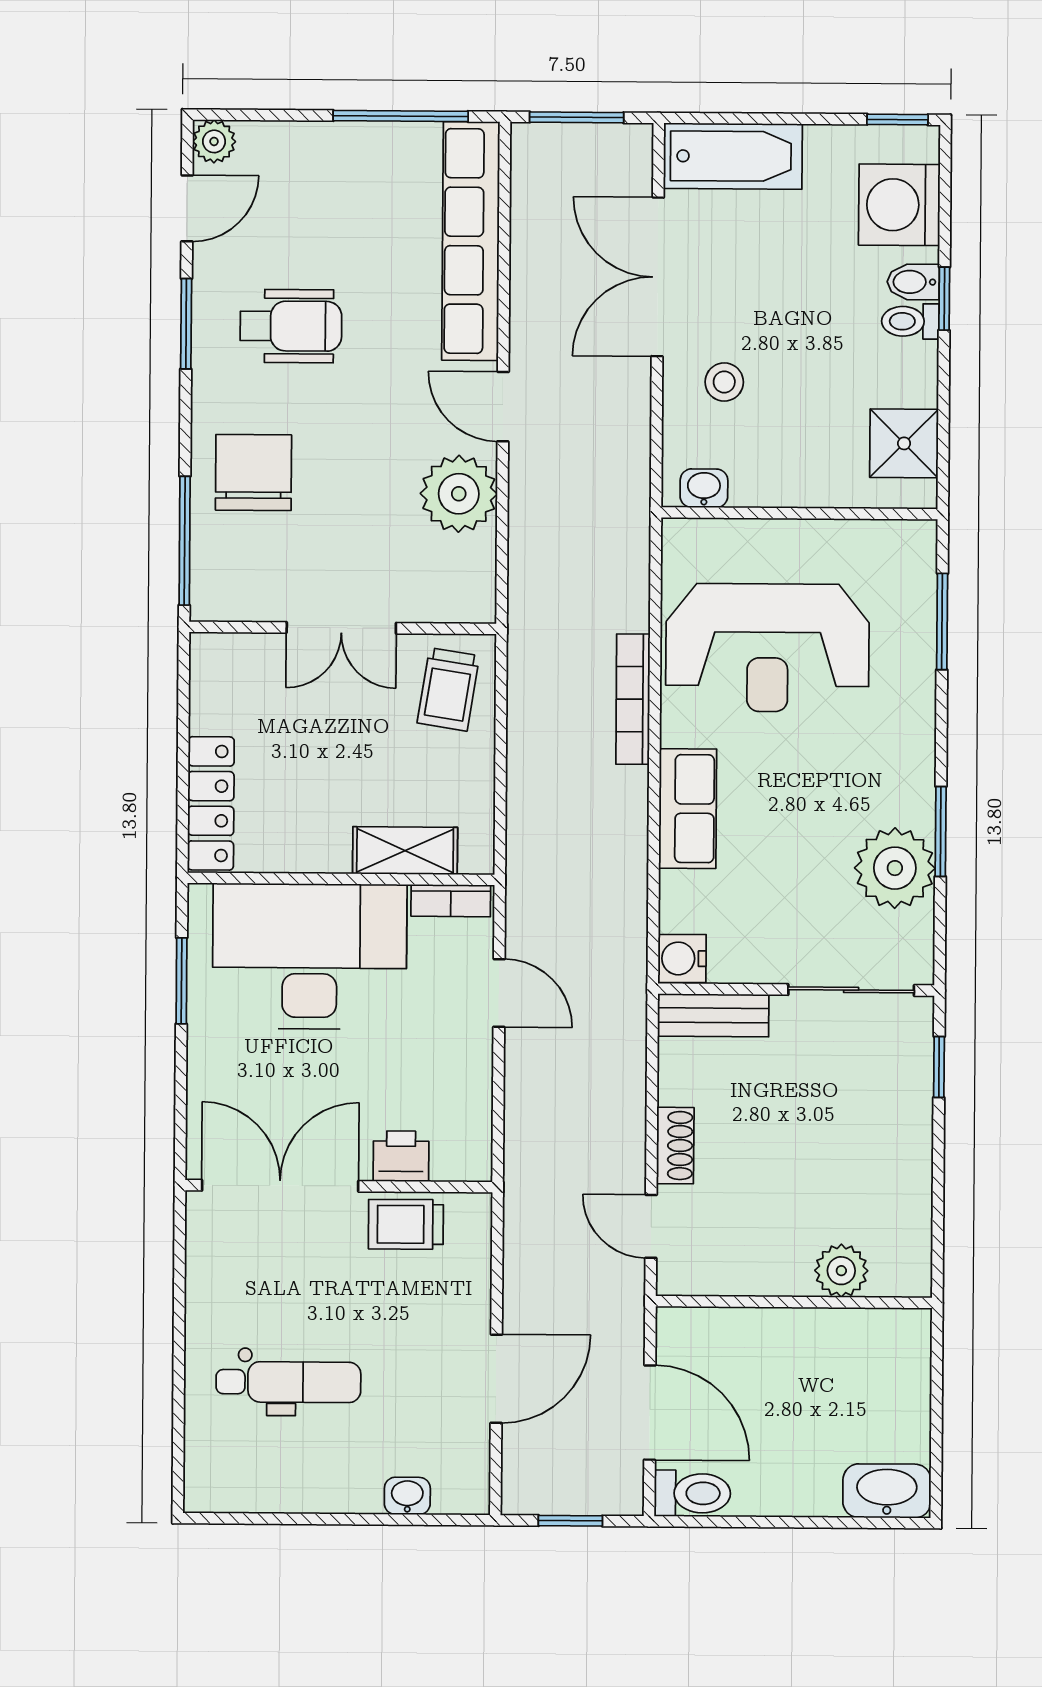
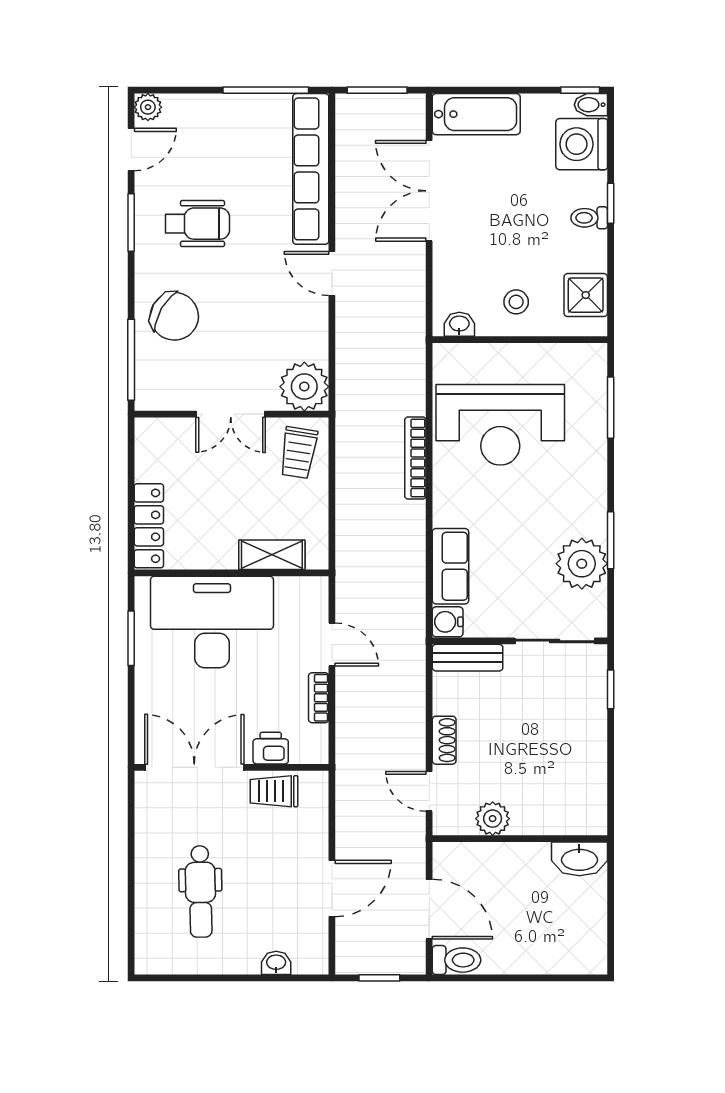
bidet: (913, 282) -> (591, 105), moved
stool: (724, 382) -> (516, 302), moved
chair: (254, 472) -> (174, 316), turned 120
plant: (459, 494) -> (304, 387), moved
row of seats: (688, 809) -> (450, 566), moved
bookcase: (451, 901) -> (319, 698), moved, turned 90
plant: (841, 1271) -> (493, 819), moved
dental chair: (288, 1382) -> (200, 891), turned 89
washbasin: (887, 1491) -> (579, 859), moved, turned 180

